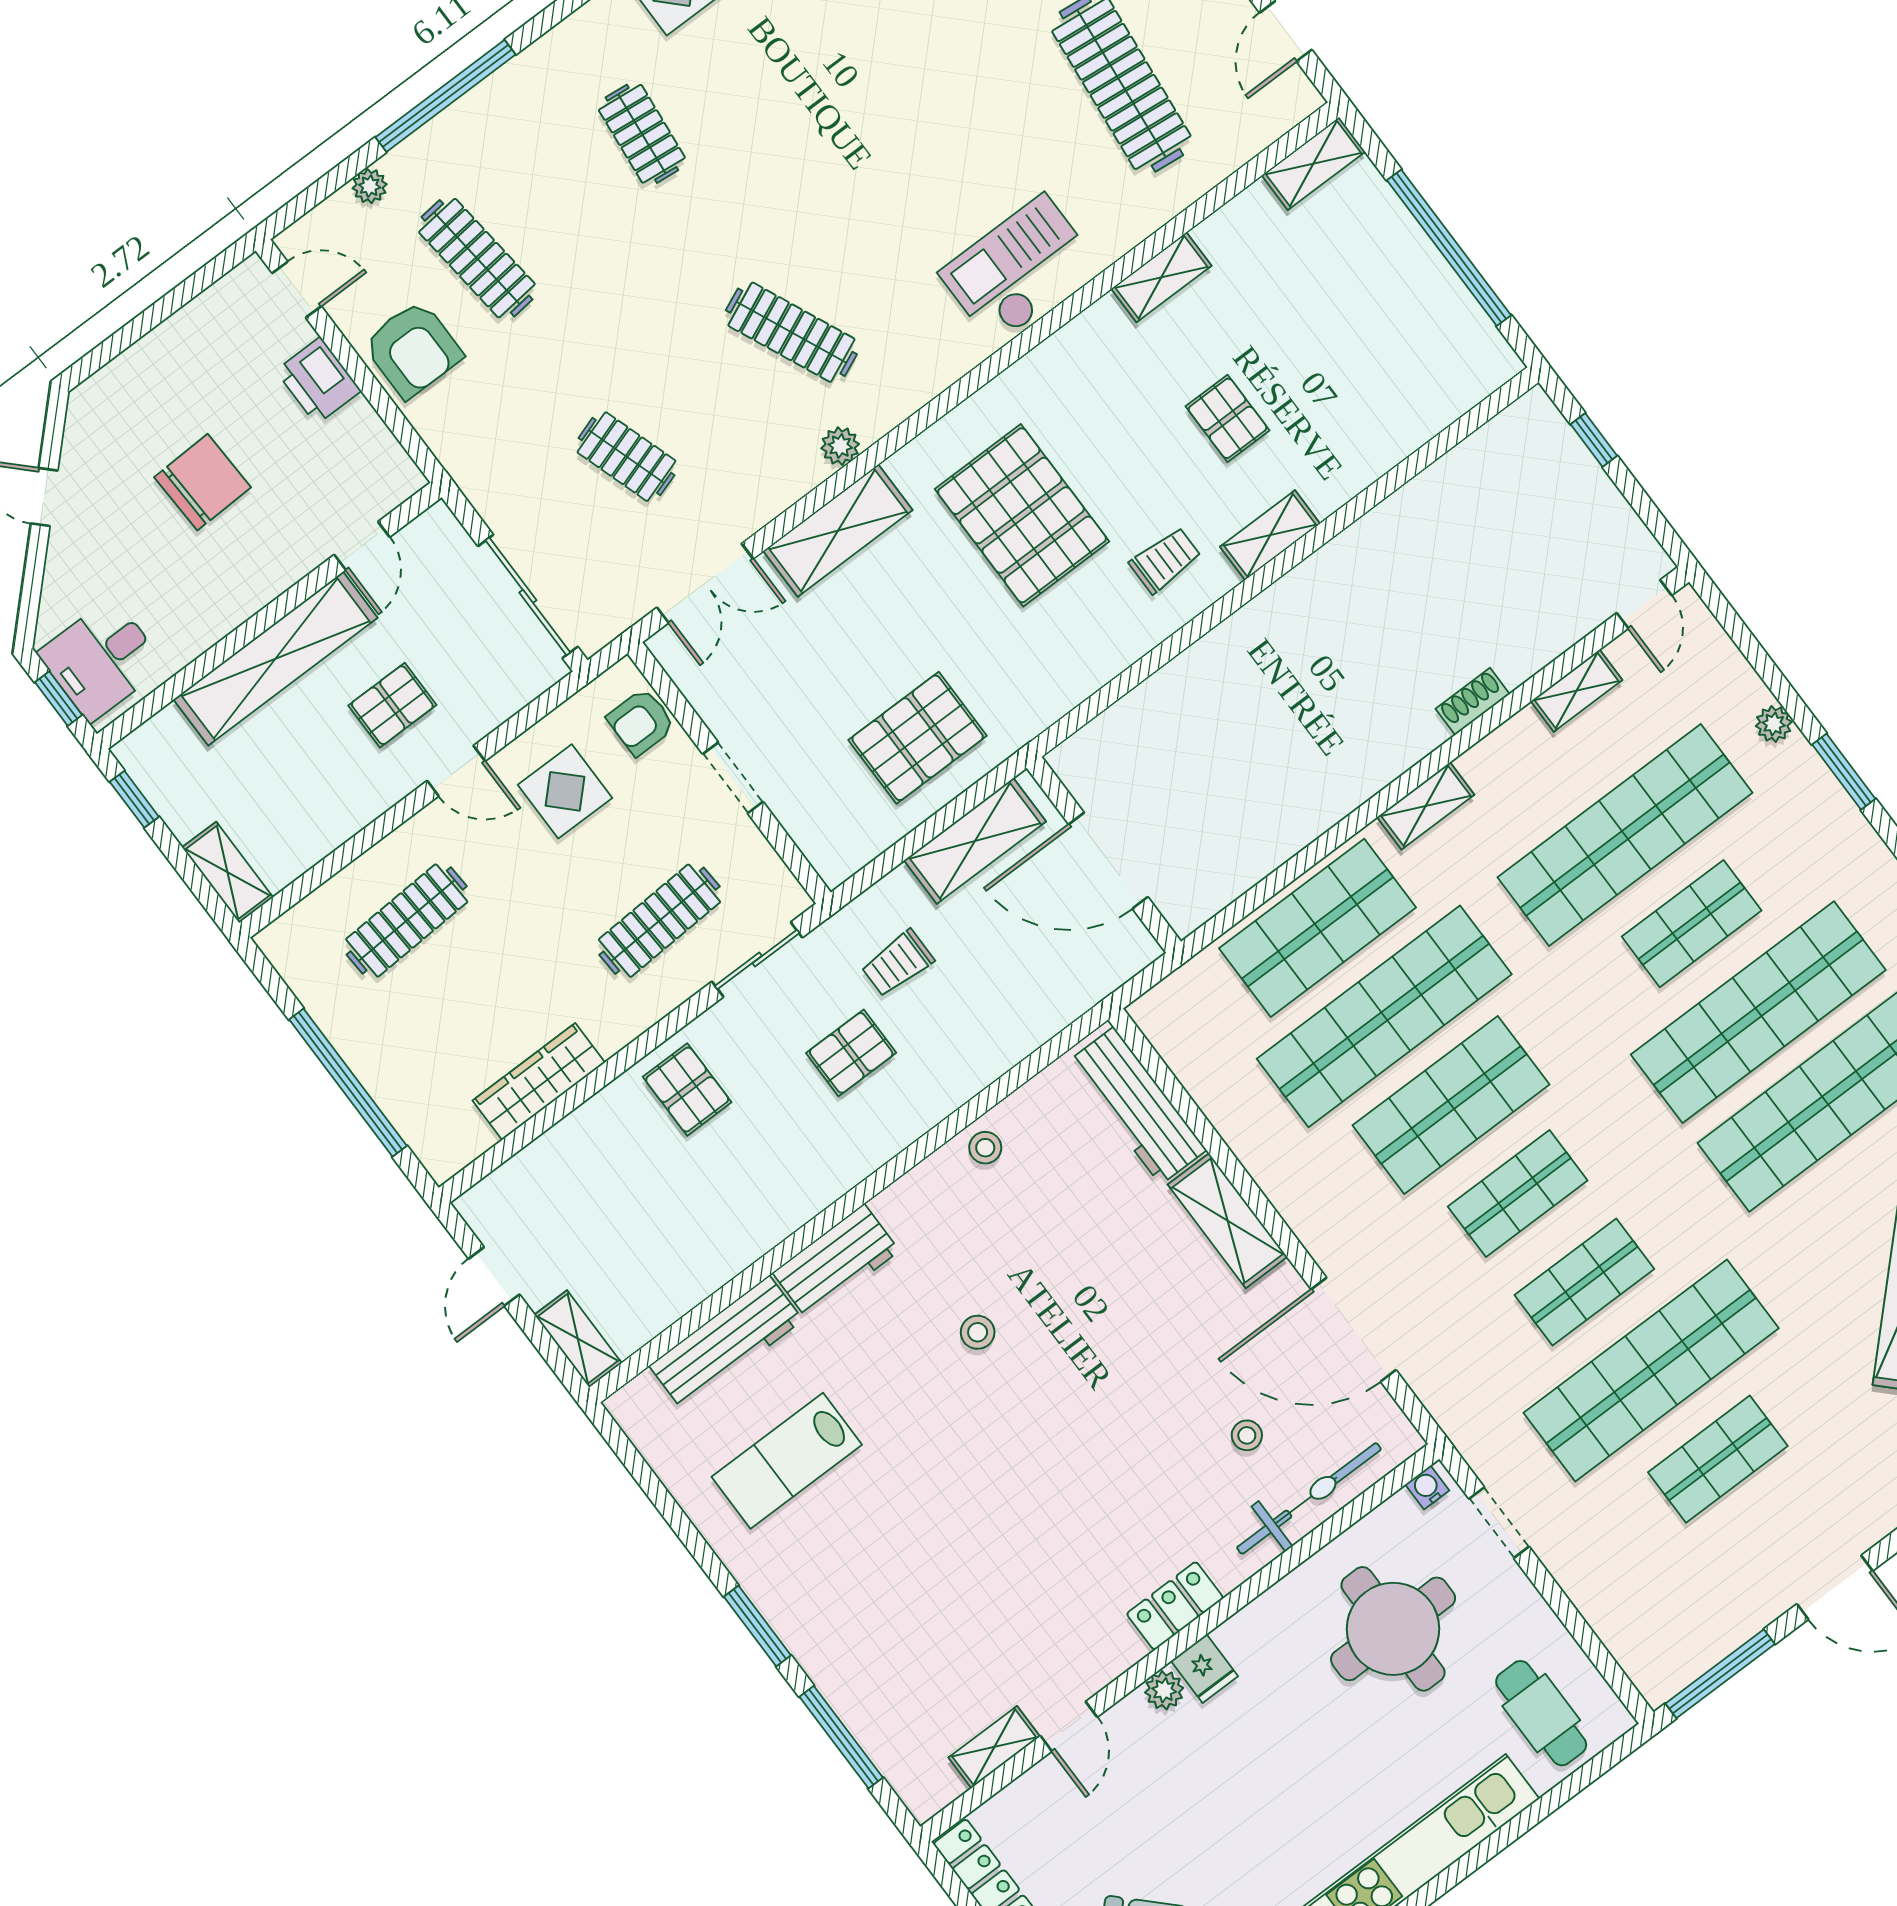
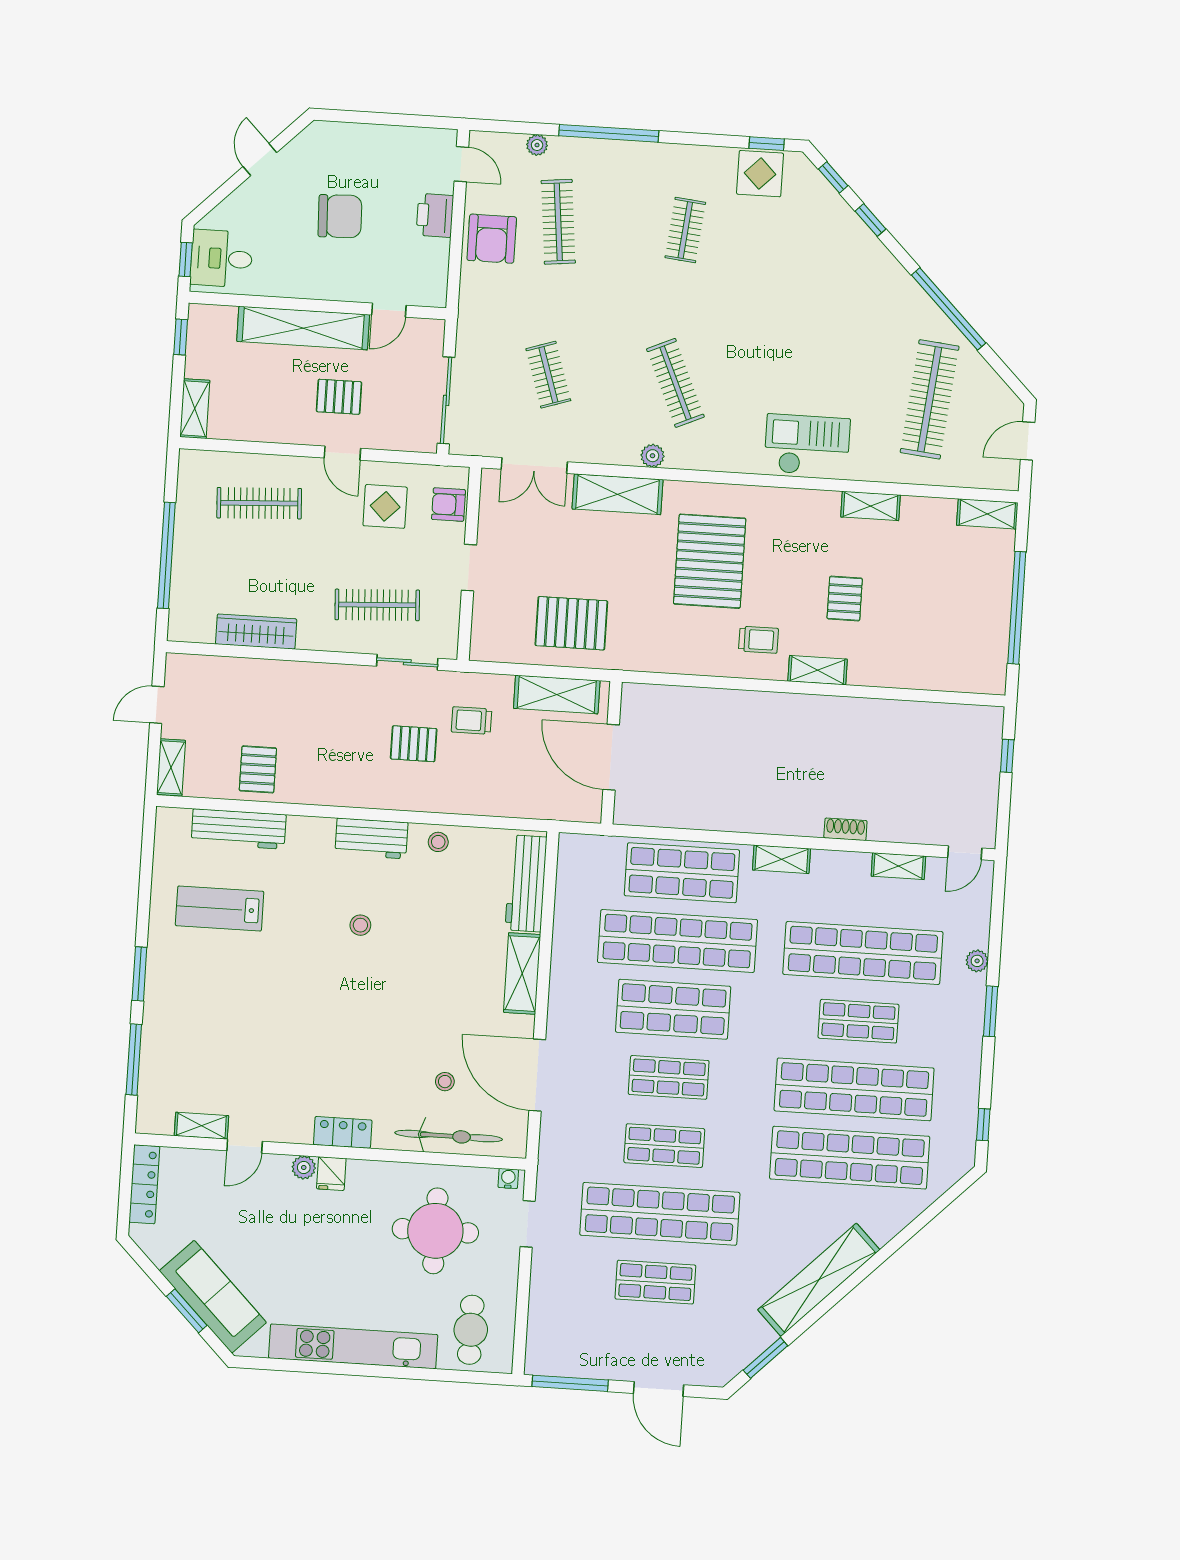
pallet: (687, 1090) -> (258, 769), moved
workbench: (836, 1262) -> (371, 838), moved

